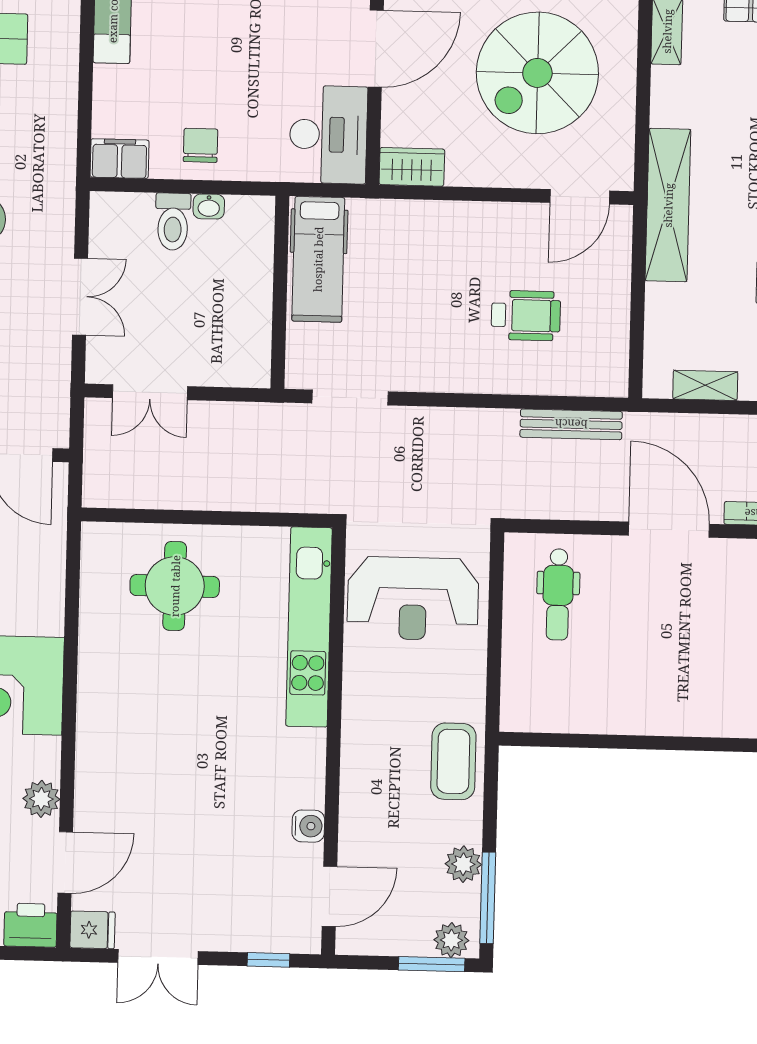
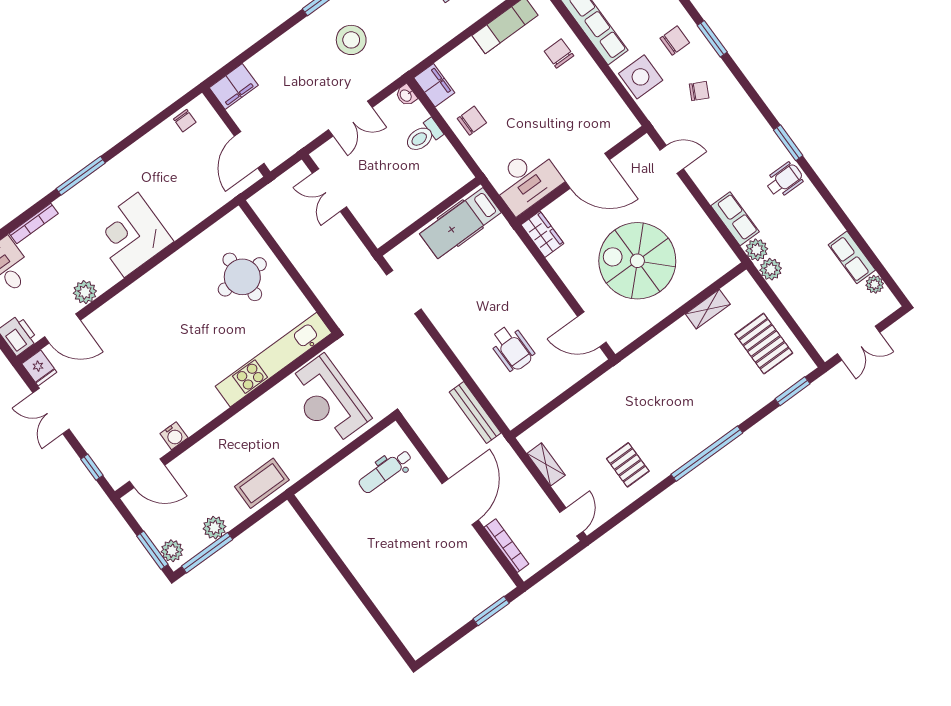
shelving: (668, 205) -> (622, 377), removed
washbasin: (209, 206) -> (406, 95), moved

